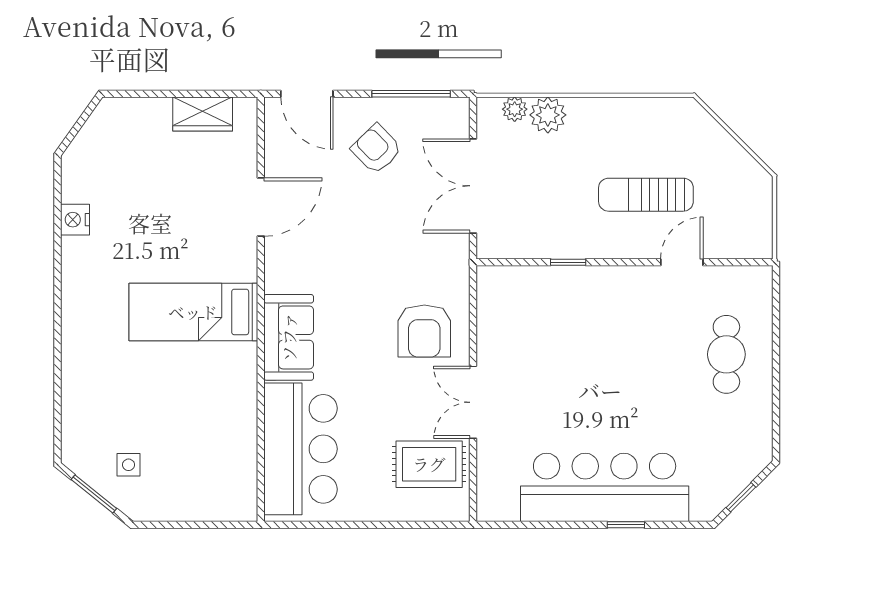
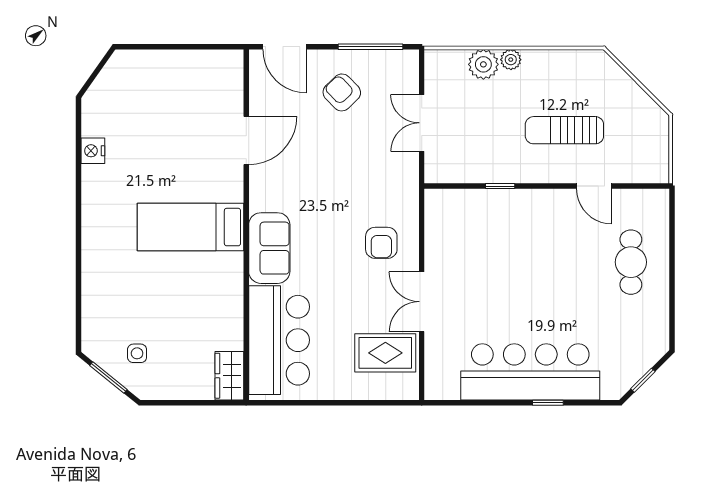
plant: (515, 109) -> (511, 60), moved
wardrobe: (203, 114) -> (229, 376), moved, turned 90
double door: (473, 186) -> (422, 123), width x0.73
door: (682, 262) -> (594, 186), swing flipped
armchair: (424, 331) -> (381, 243), width x0.72, depth x0.72

